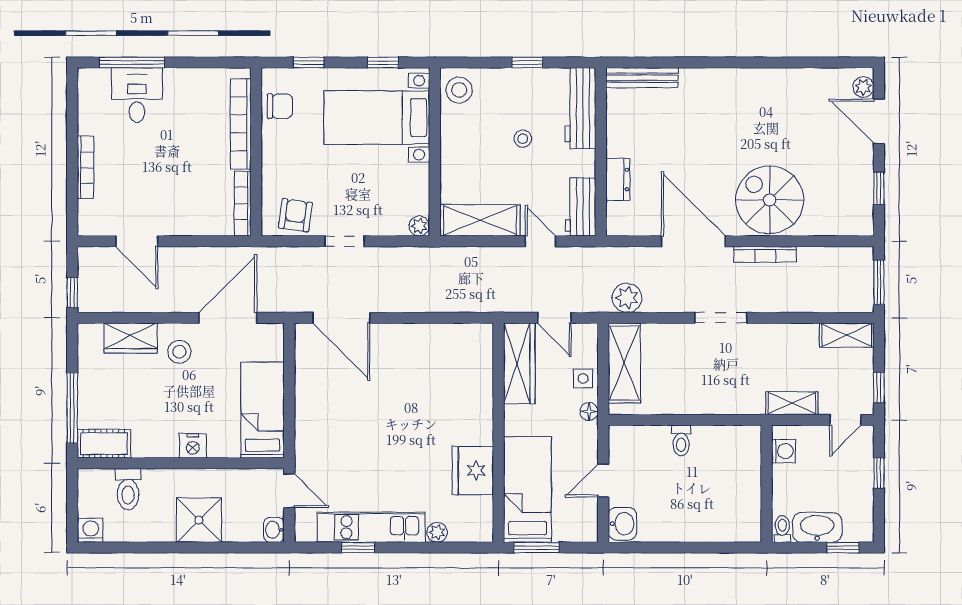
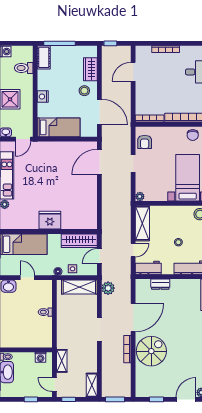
armchair: (295, 215) -> (145, 142), turned 82
fridge: (473, 471) -> (50, 220), moved

